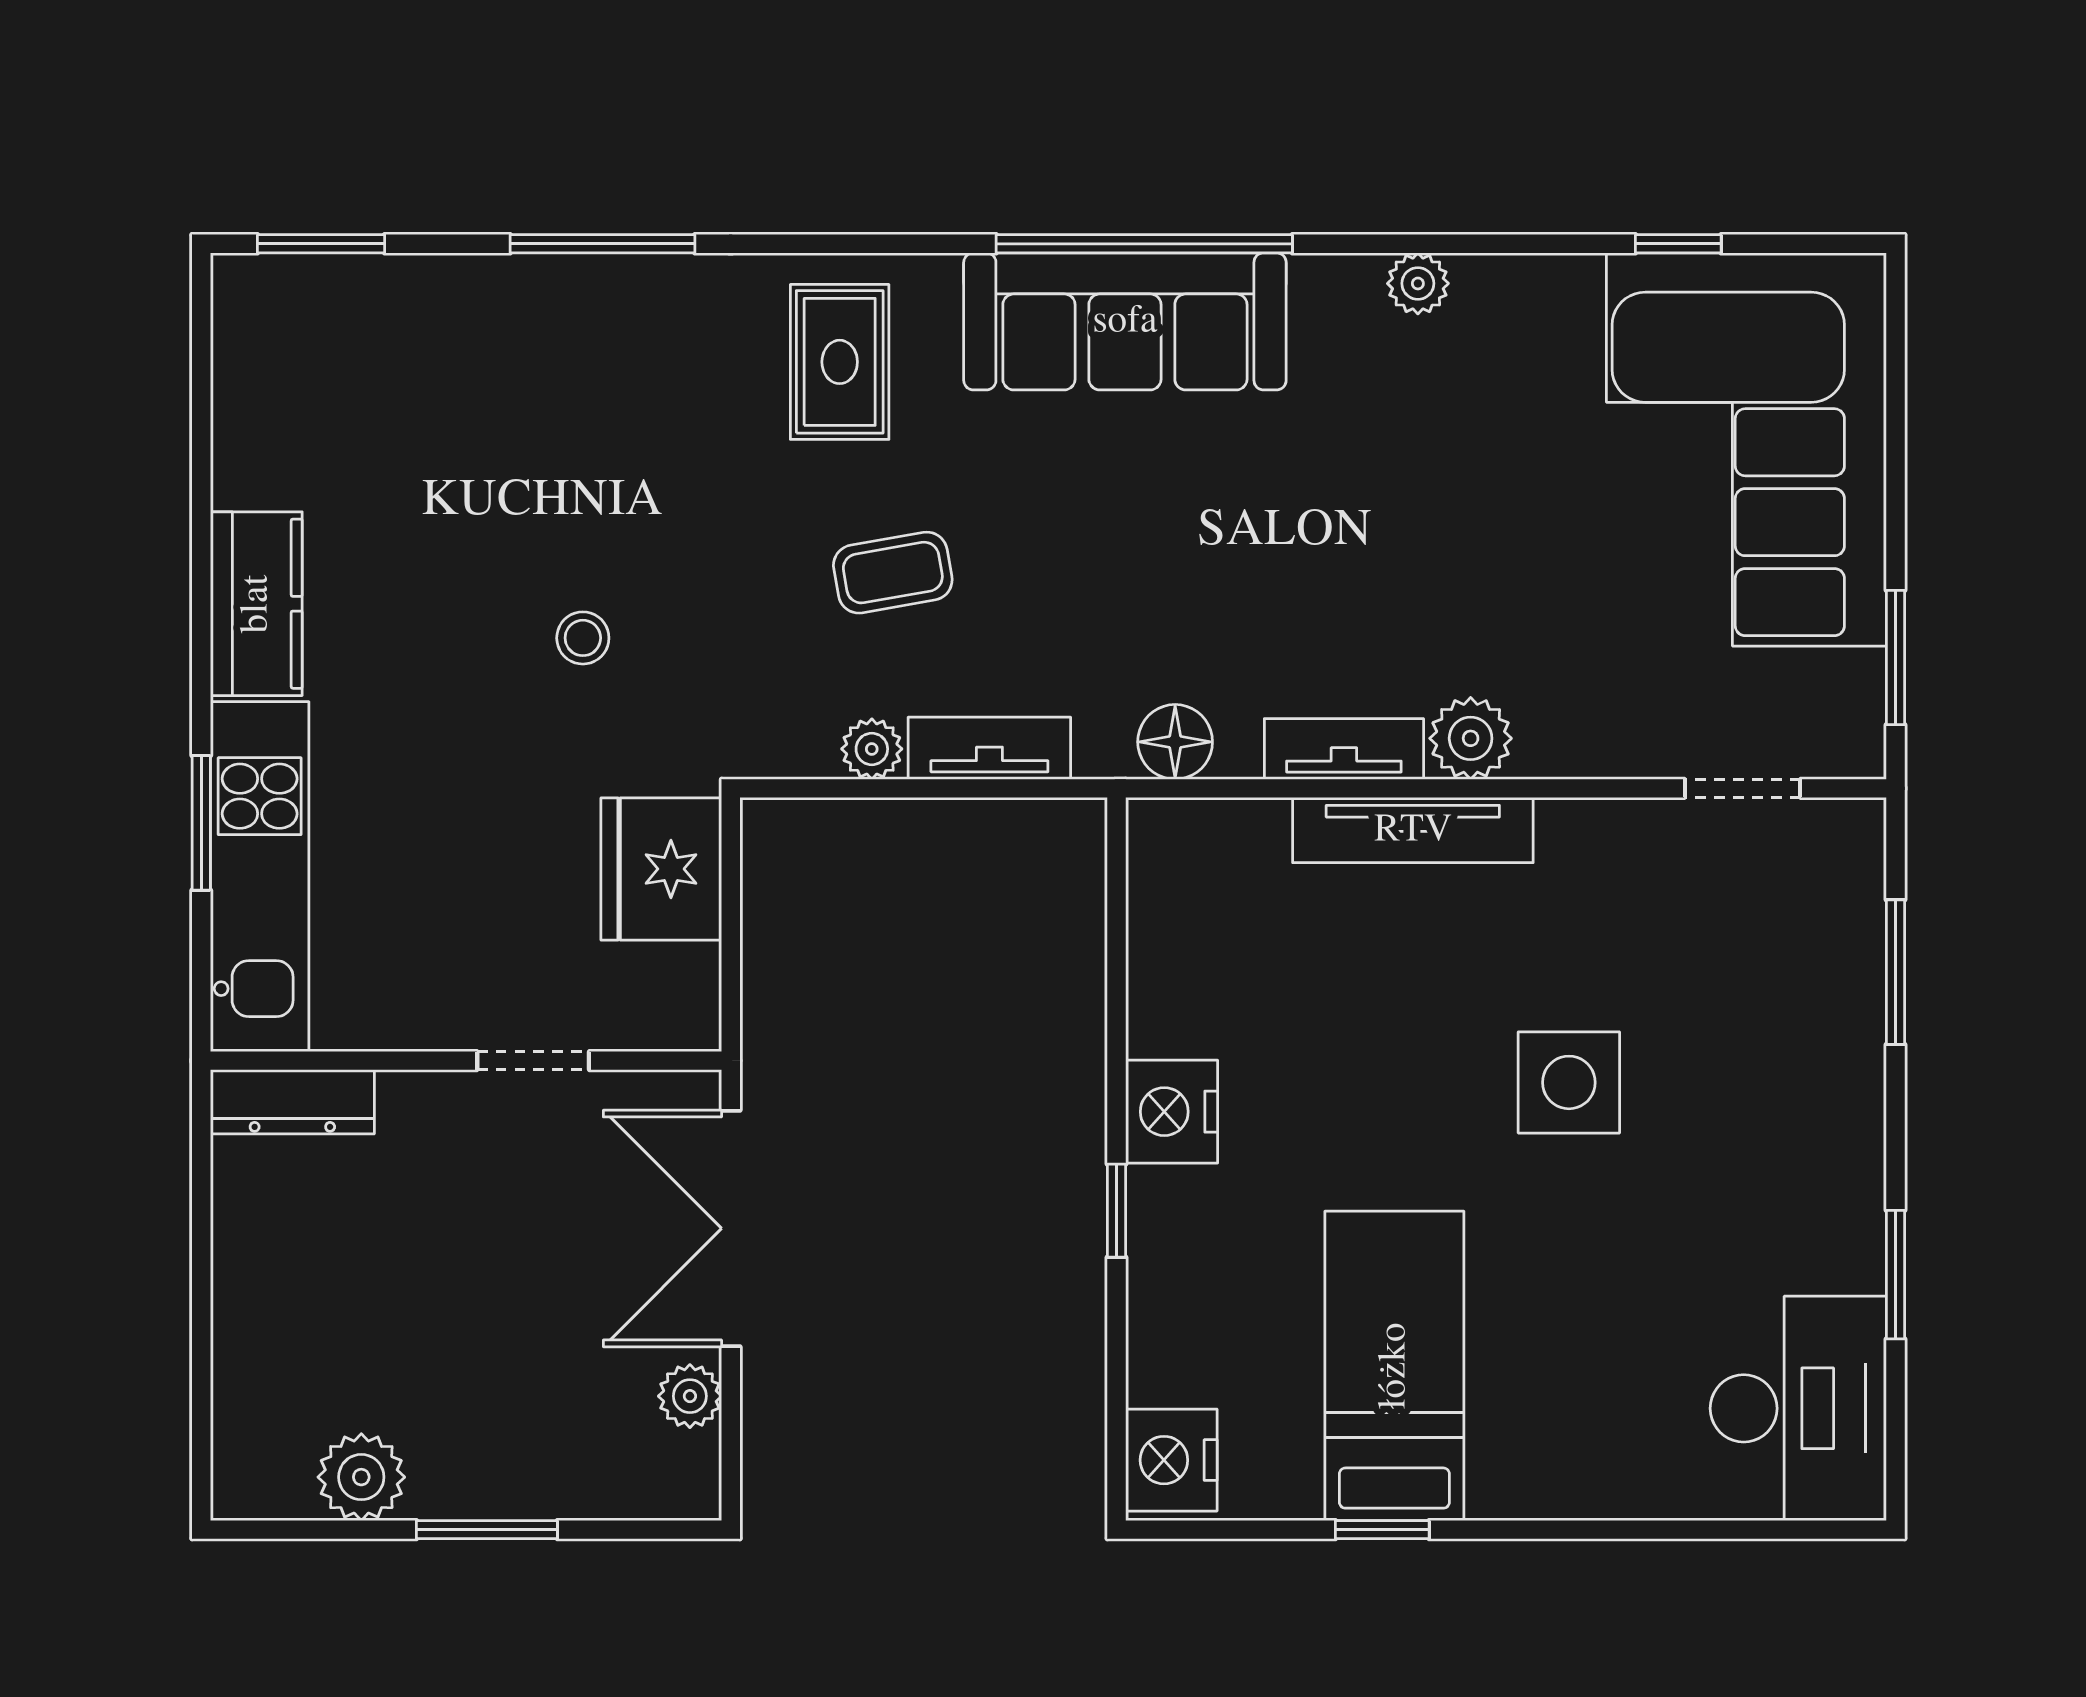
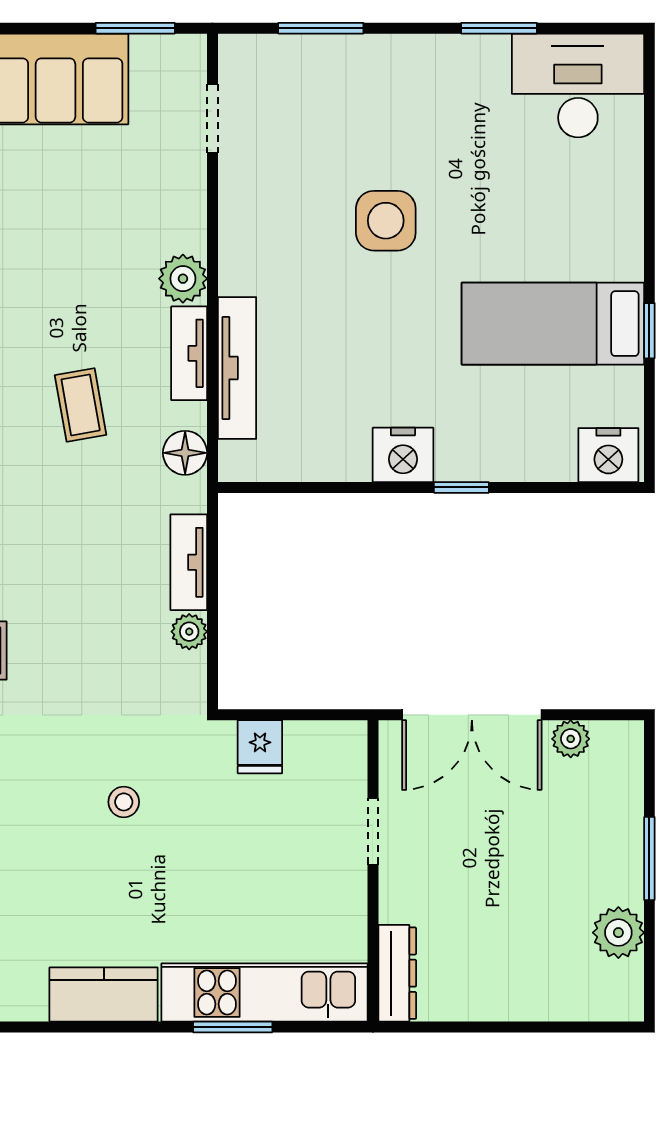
coffee table: (893, 573) -> (81, 405), moved
tv unit: (1413, 830) -> (237, 368), moved
fridge: (661, 869) -> (260, 747), width x0.53, depth x0.75

